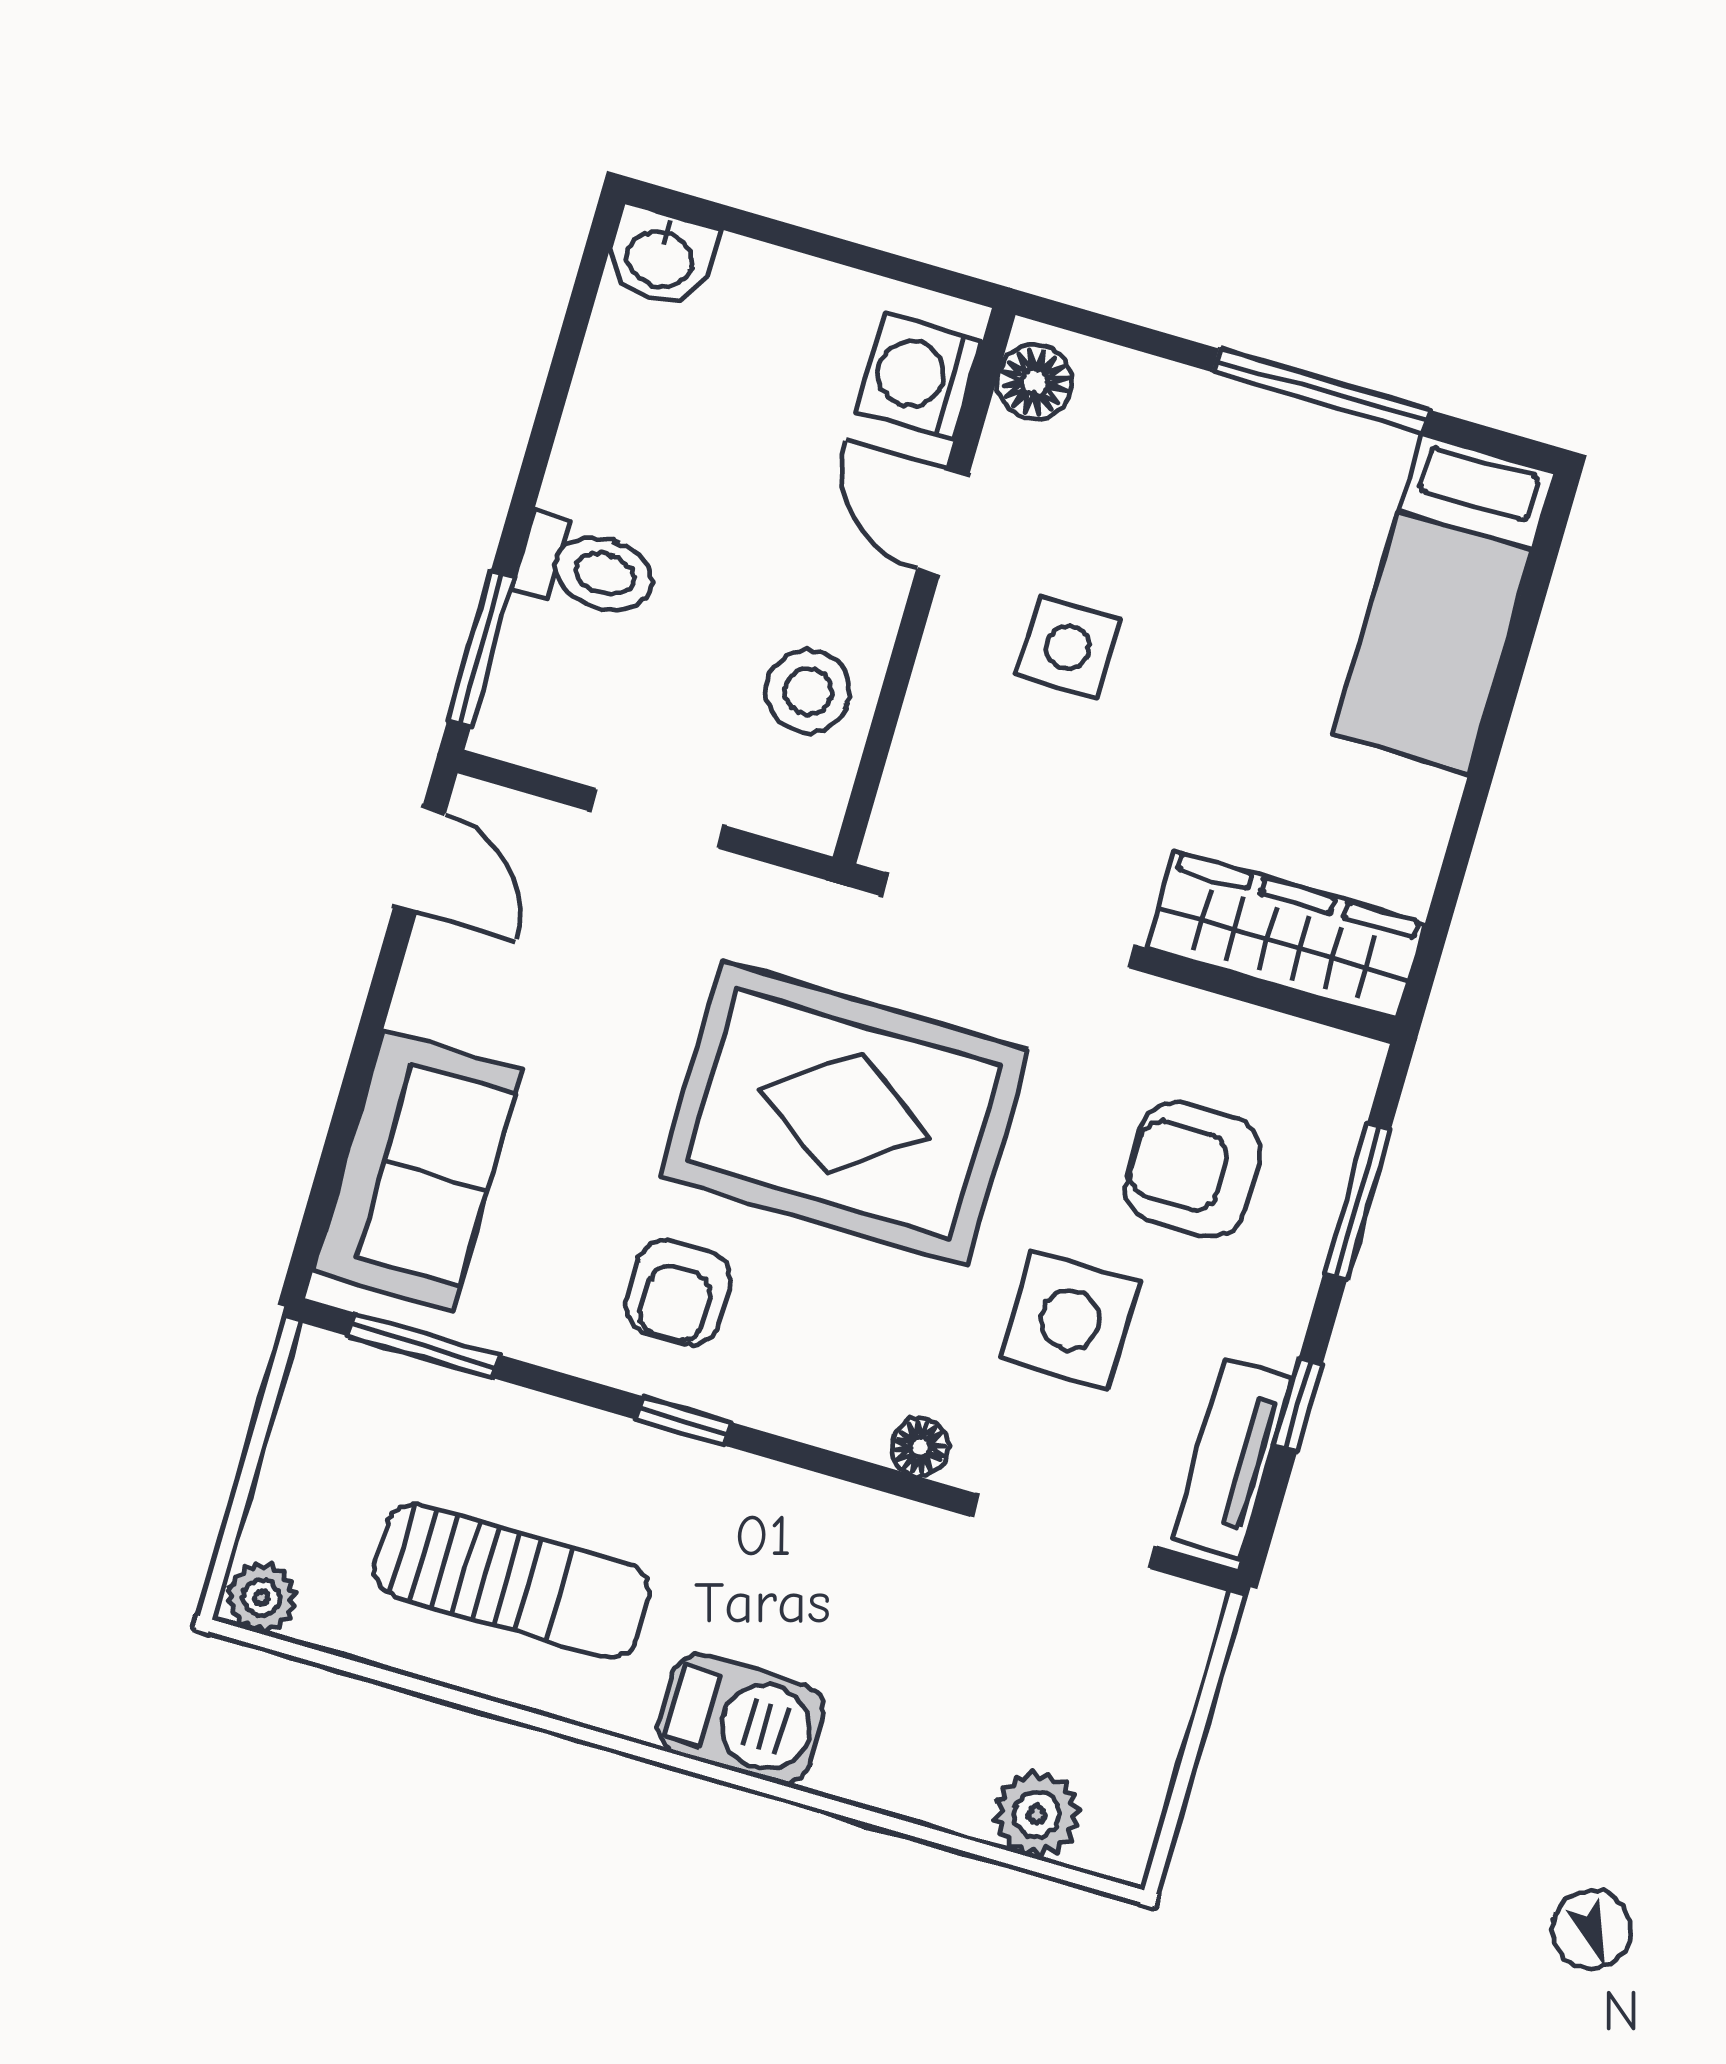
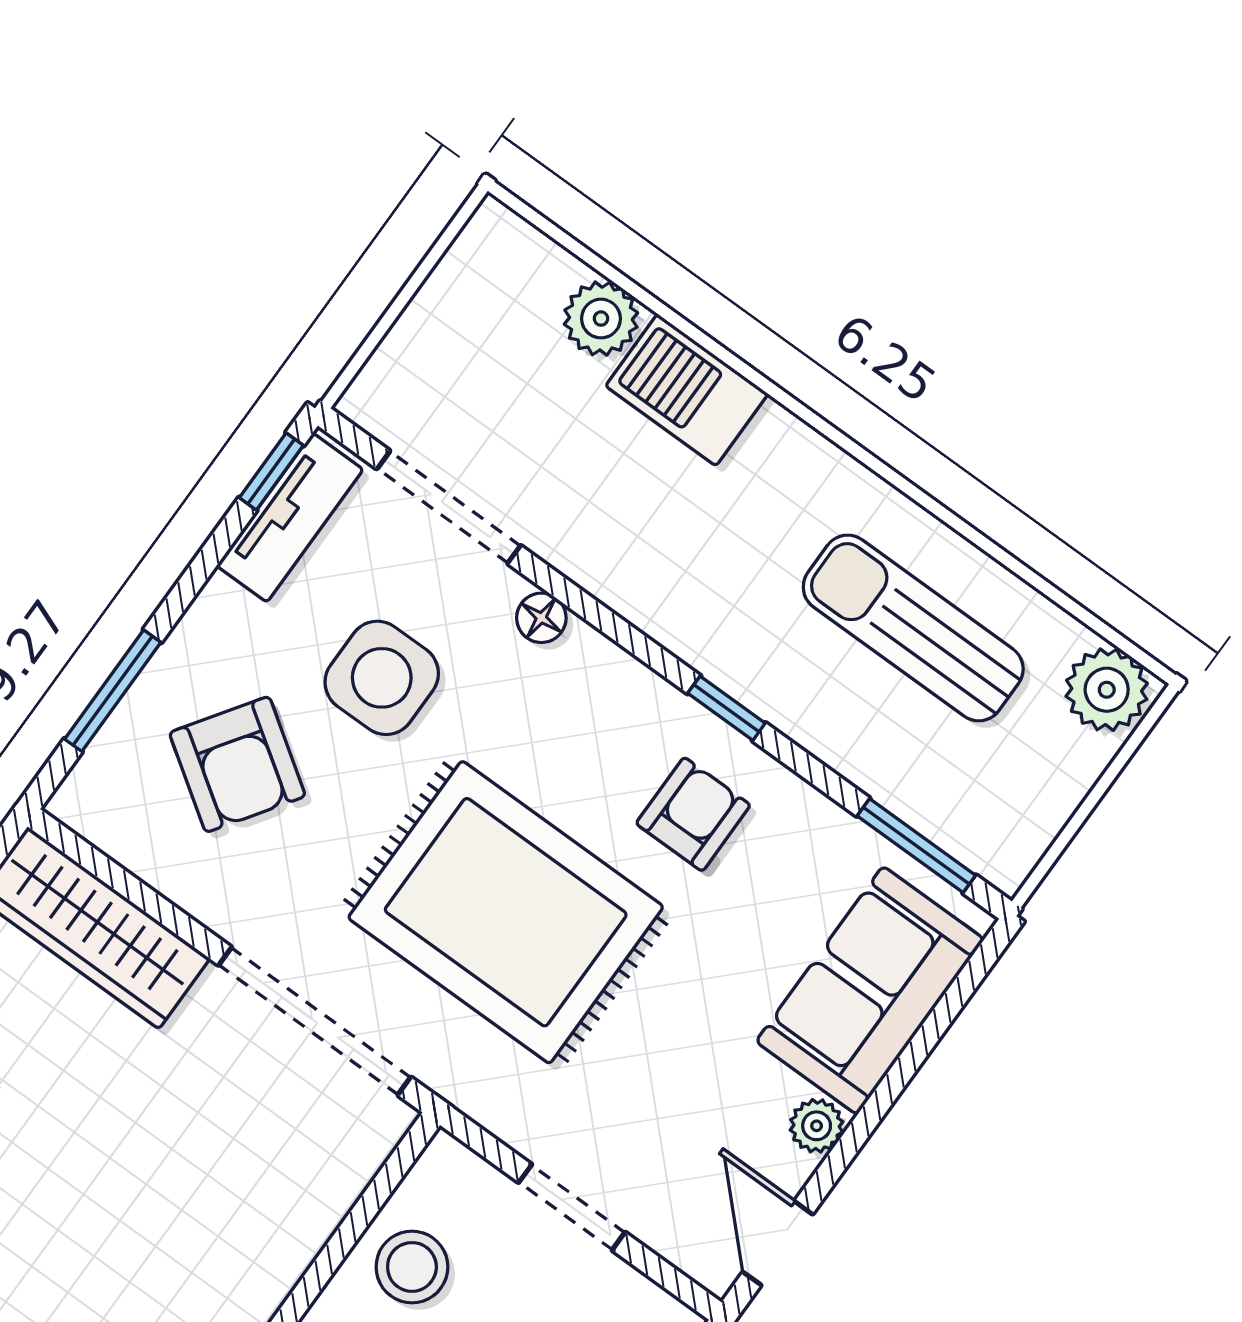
side table: (1068, 647) -> (187, 1227), removed
plant: (423, 1002) -> (817, 1126), added
armchair: (1193, 1170) -> (237, 764), turned 34
window: (1298, 1405) -> (271, 472), moved
plant: (261, 1598) -> (1107, 690), width x1.38, depth x1.38
barbecue: (741, 1720) -> (687, 390), moved
plant: (1037, 1814) -> (601, 319), moved

